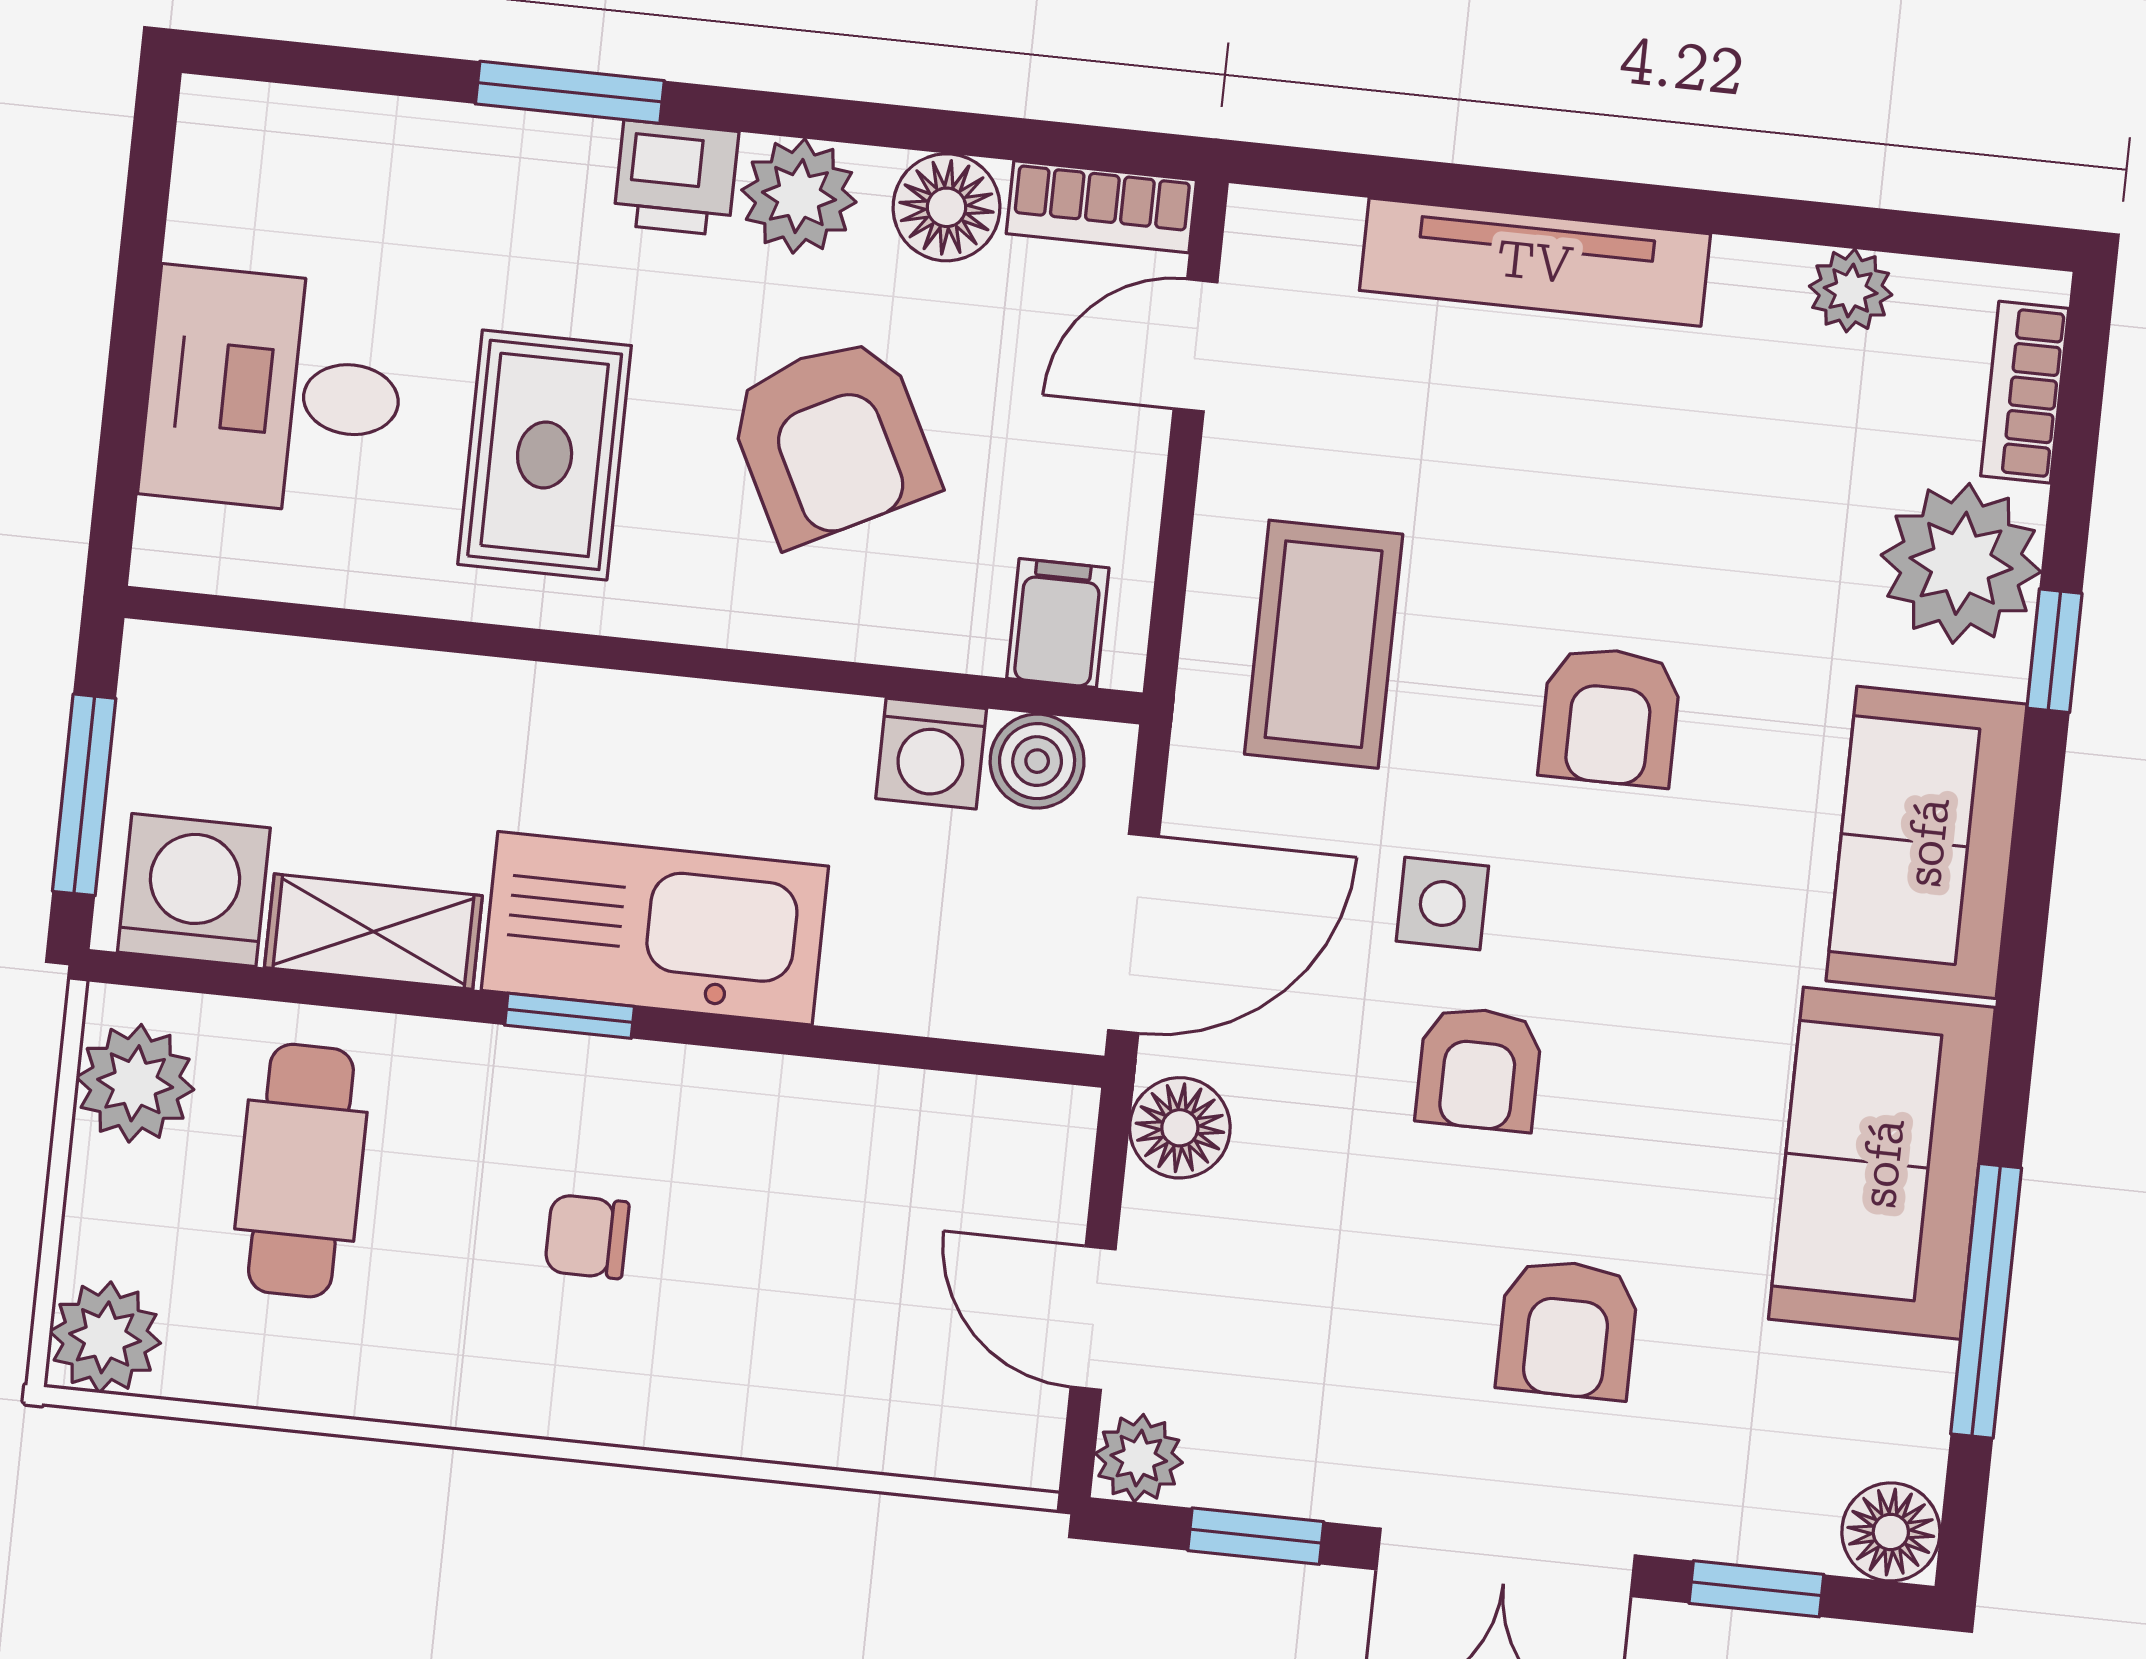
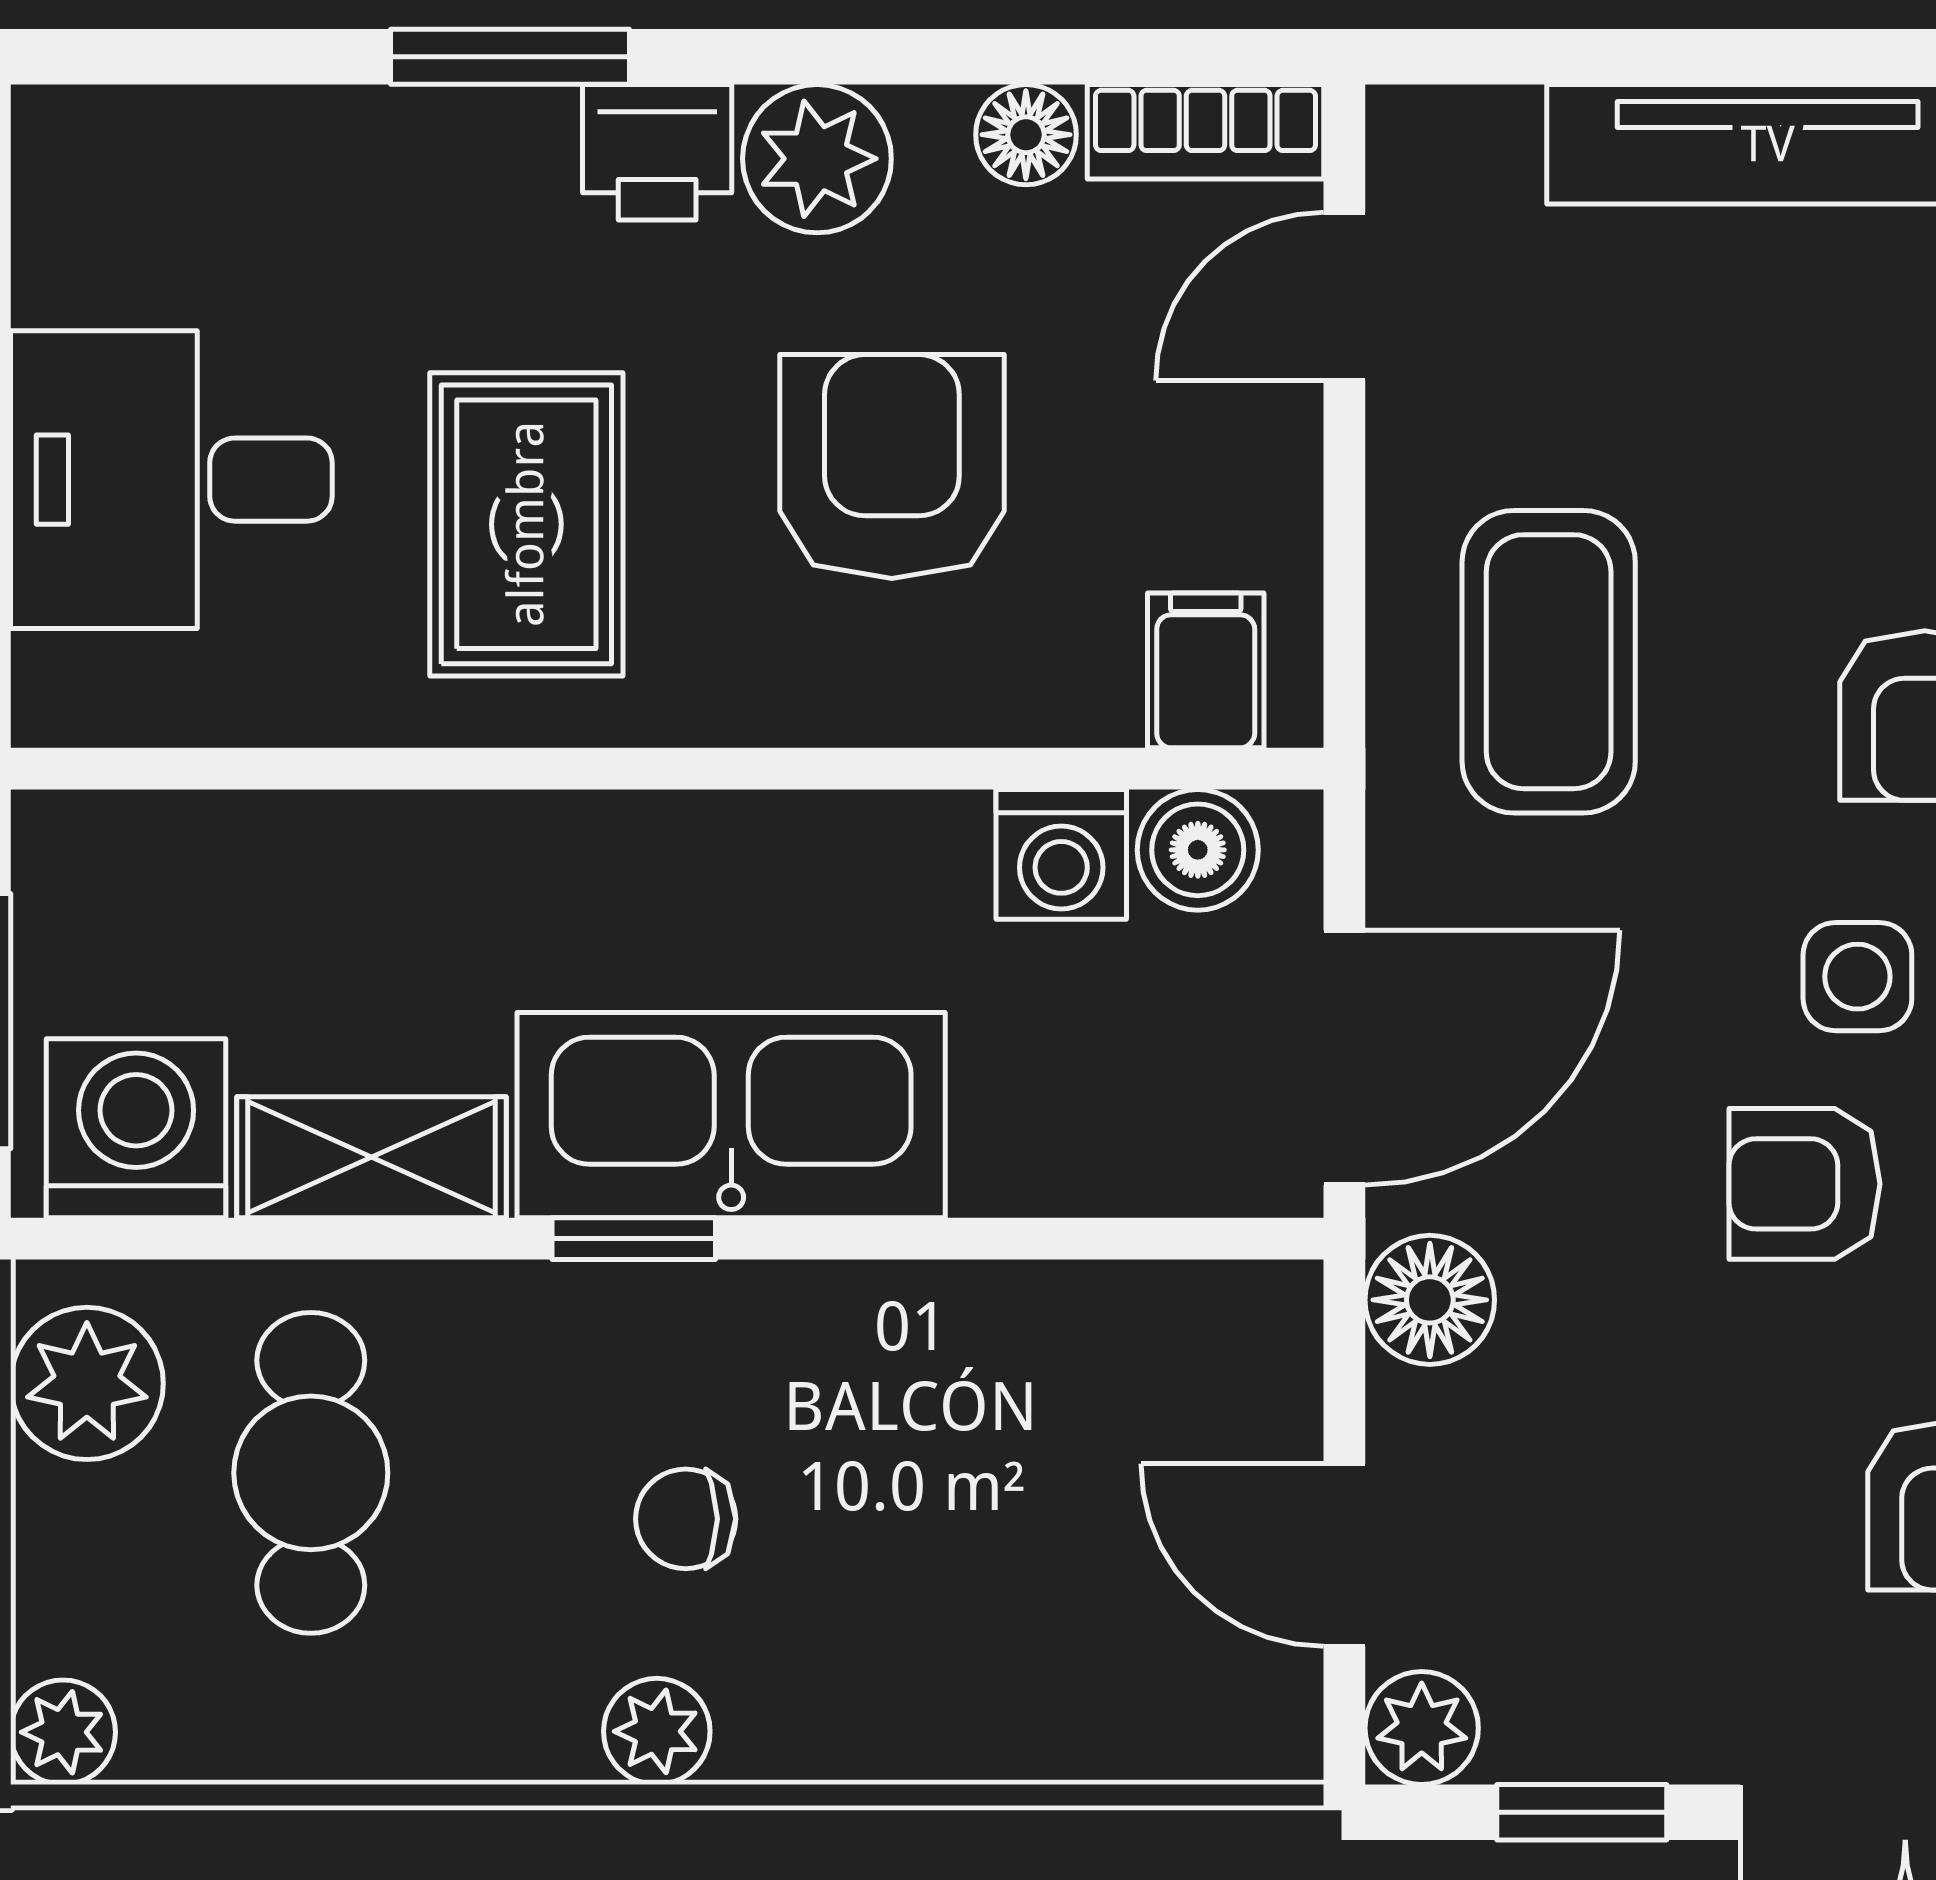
floor lamp: (946, 207) -> (1026, 135), width x0.73, depth x0.73
armchair: (832, 440) -> (892, 467), turned -153
side table: (1442, 904) -> (1857, 977), moved
armchair: (1479, 1069) -> (1804, 1184), turned 90
plant: (105, 1337) -> (63, 1732), width x0.73, depth x0.73
plant: (547, 1399) -> (657, 1731), added

